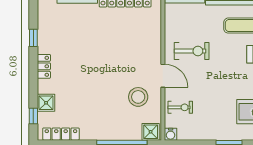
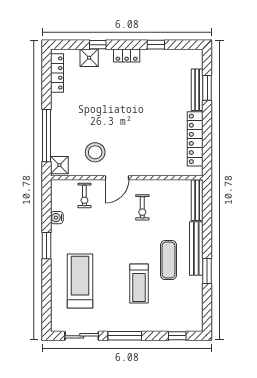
exercise bike: (192, 51) -> (142, 207), width x0.73, depth x0.72
window: (33, 116) -> (98, 45), moved
water cooler: (171, 134) -> (57, 218), moved

